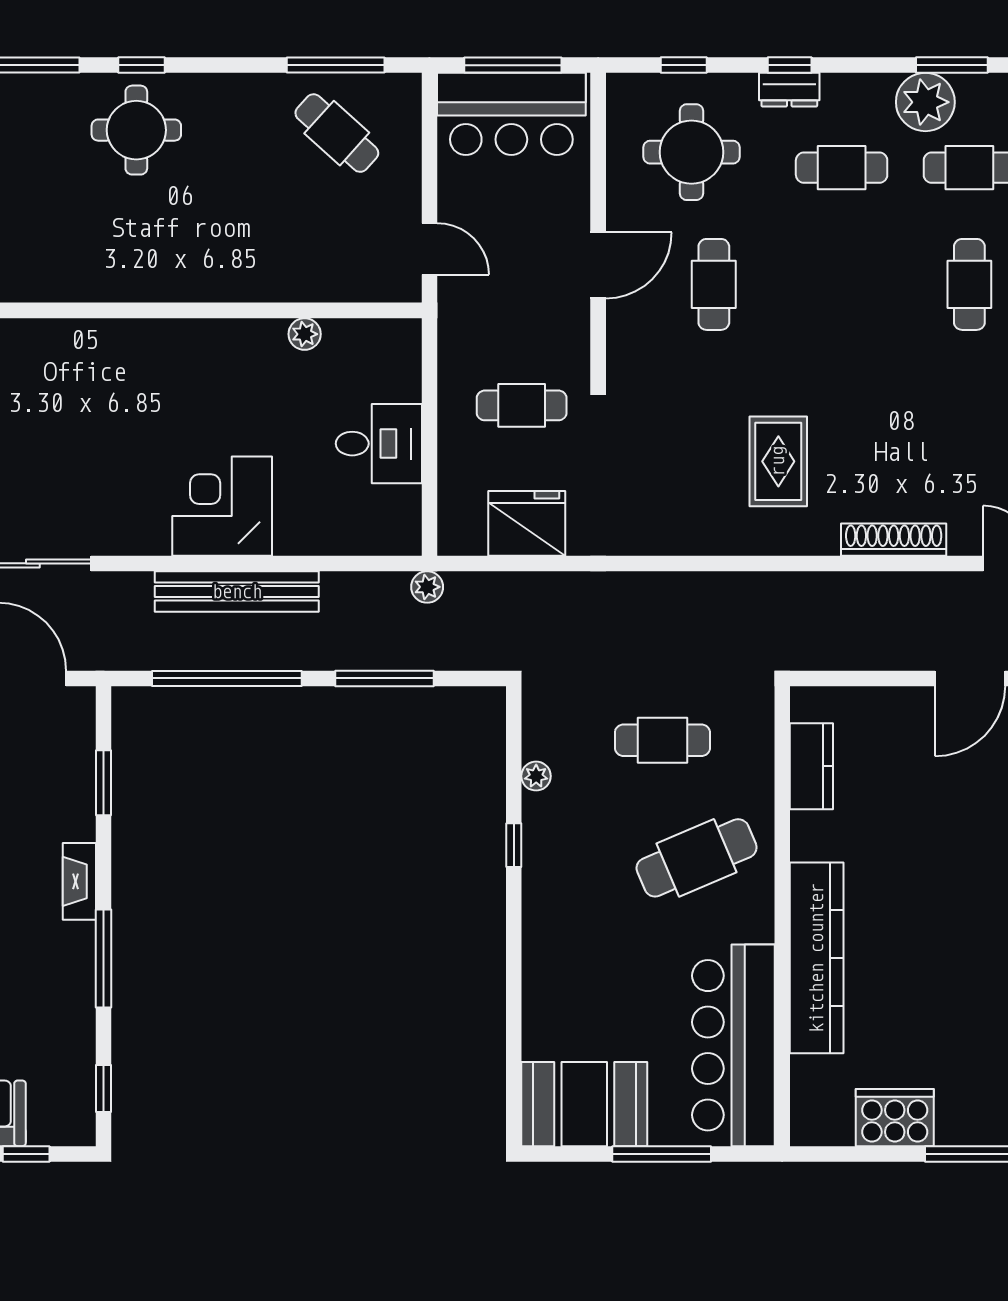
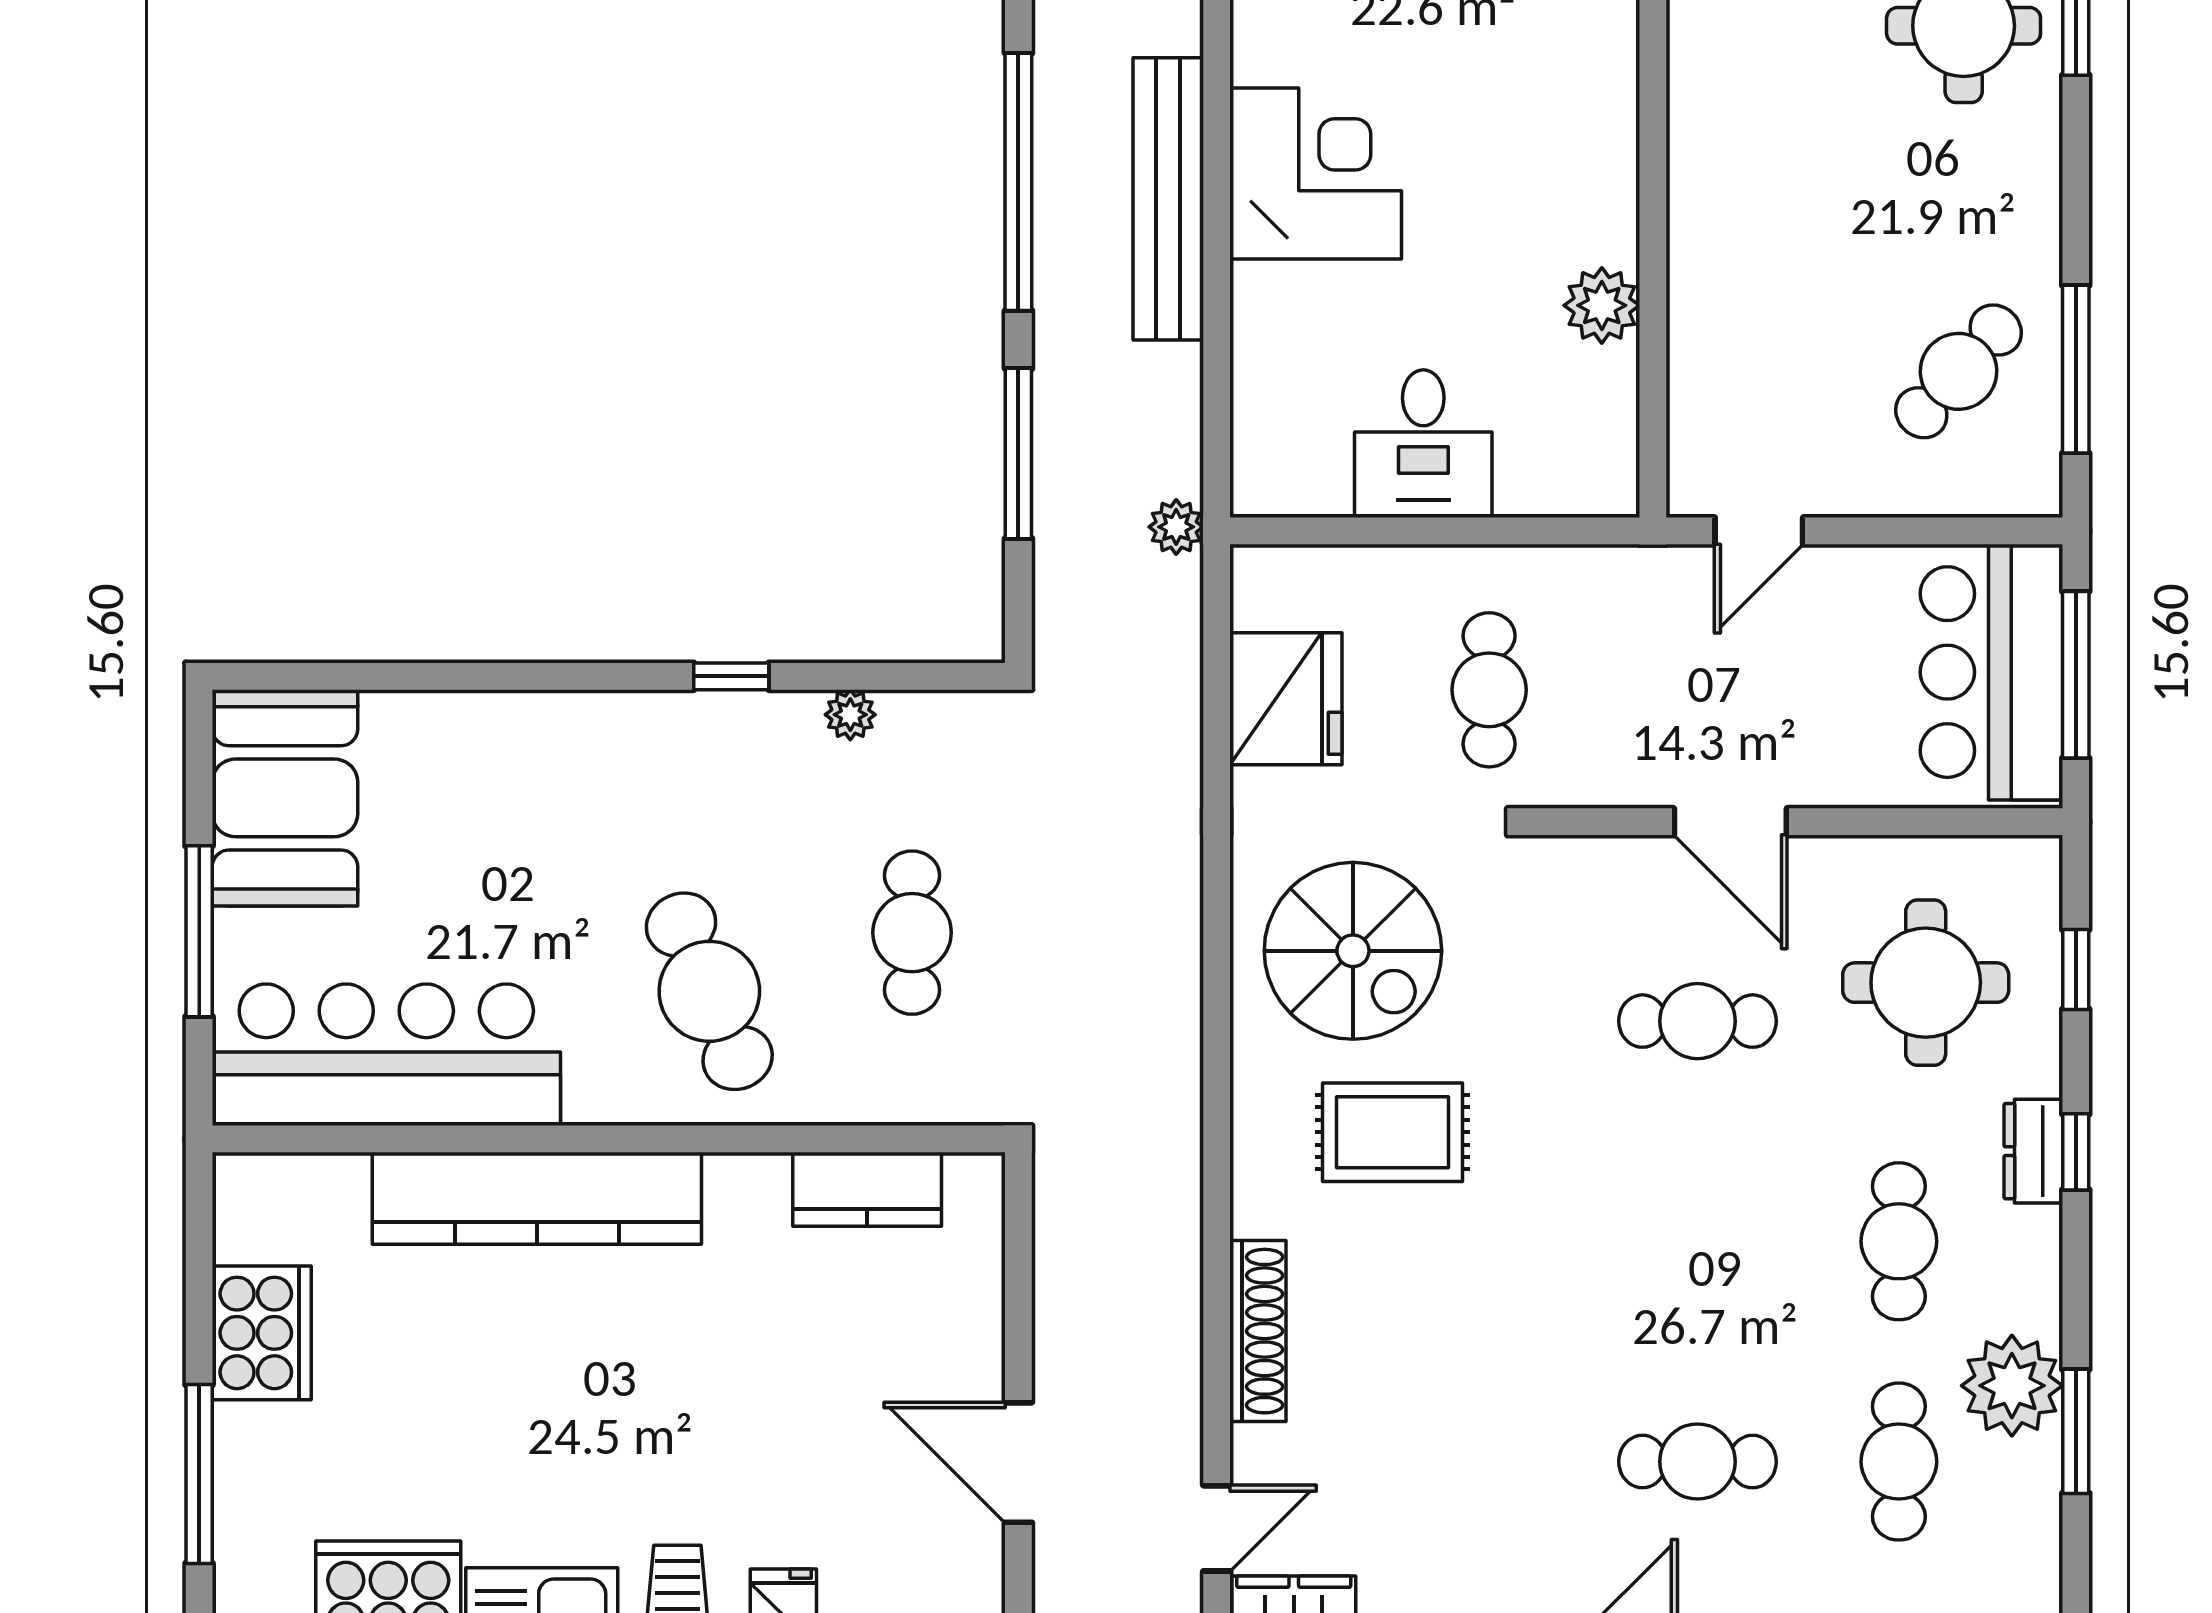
plant: (305, 334) -> (1602, 305), width x1.38, depth x1.38
spiral stairs: (673, 484) -> (1353, 951), added

